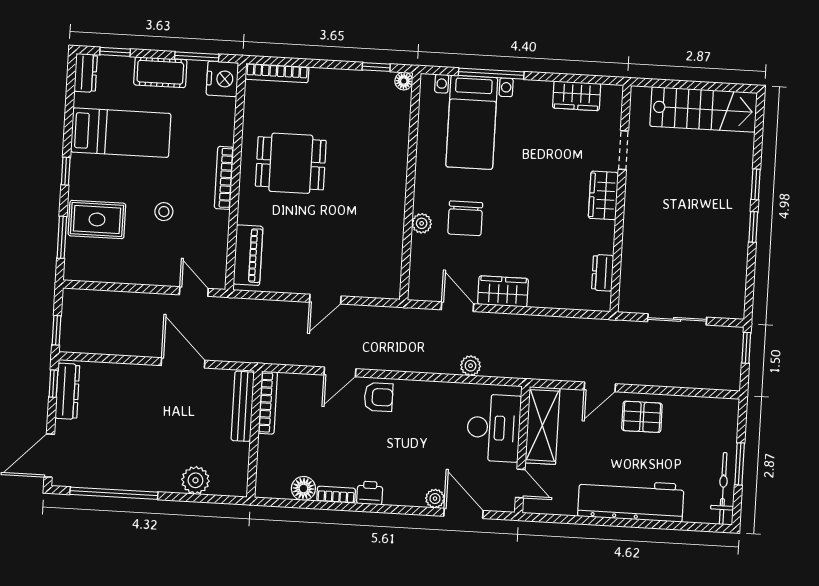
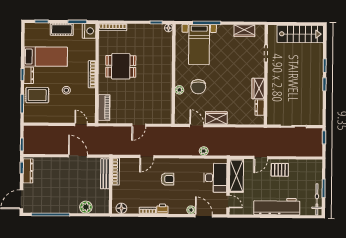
dresser: (86, 73) -> (29, 75), moved
wardrobe: (603, 195) -> (258, 89), moved
armchair: (378, 397) -> (167, 179), moved
floor lamp: (303, 488) -> (121, 208), moved

